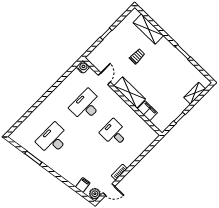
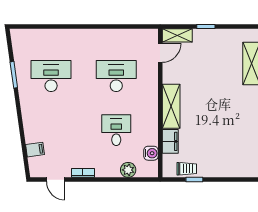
trolley: (137, 56) -> (187, 169), moved
water cooler: (83, 67) -> (151, 153), moved
door: (104, 79) -> (160, 53), moved
shelving: (195, 93) -> (177, 35), moved
plant: (95, 194) -> (128, 170), moved

